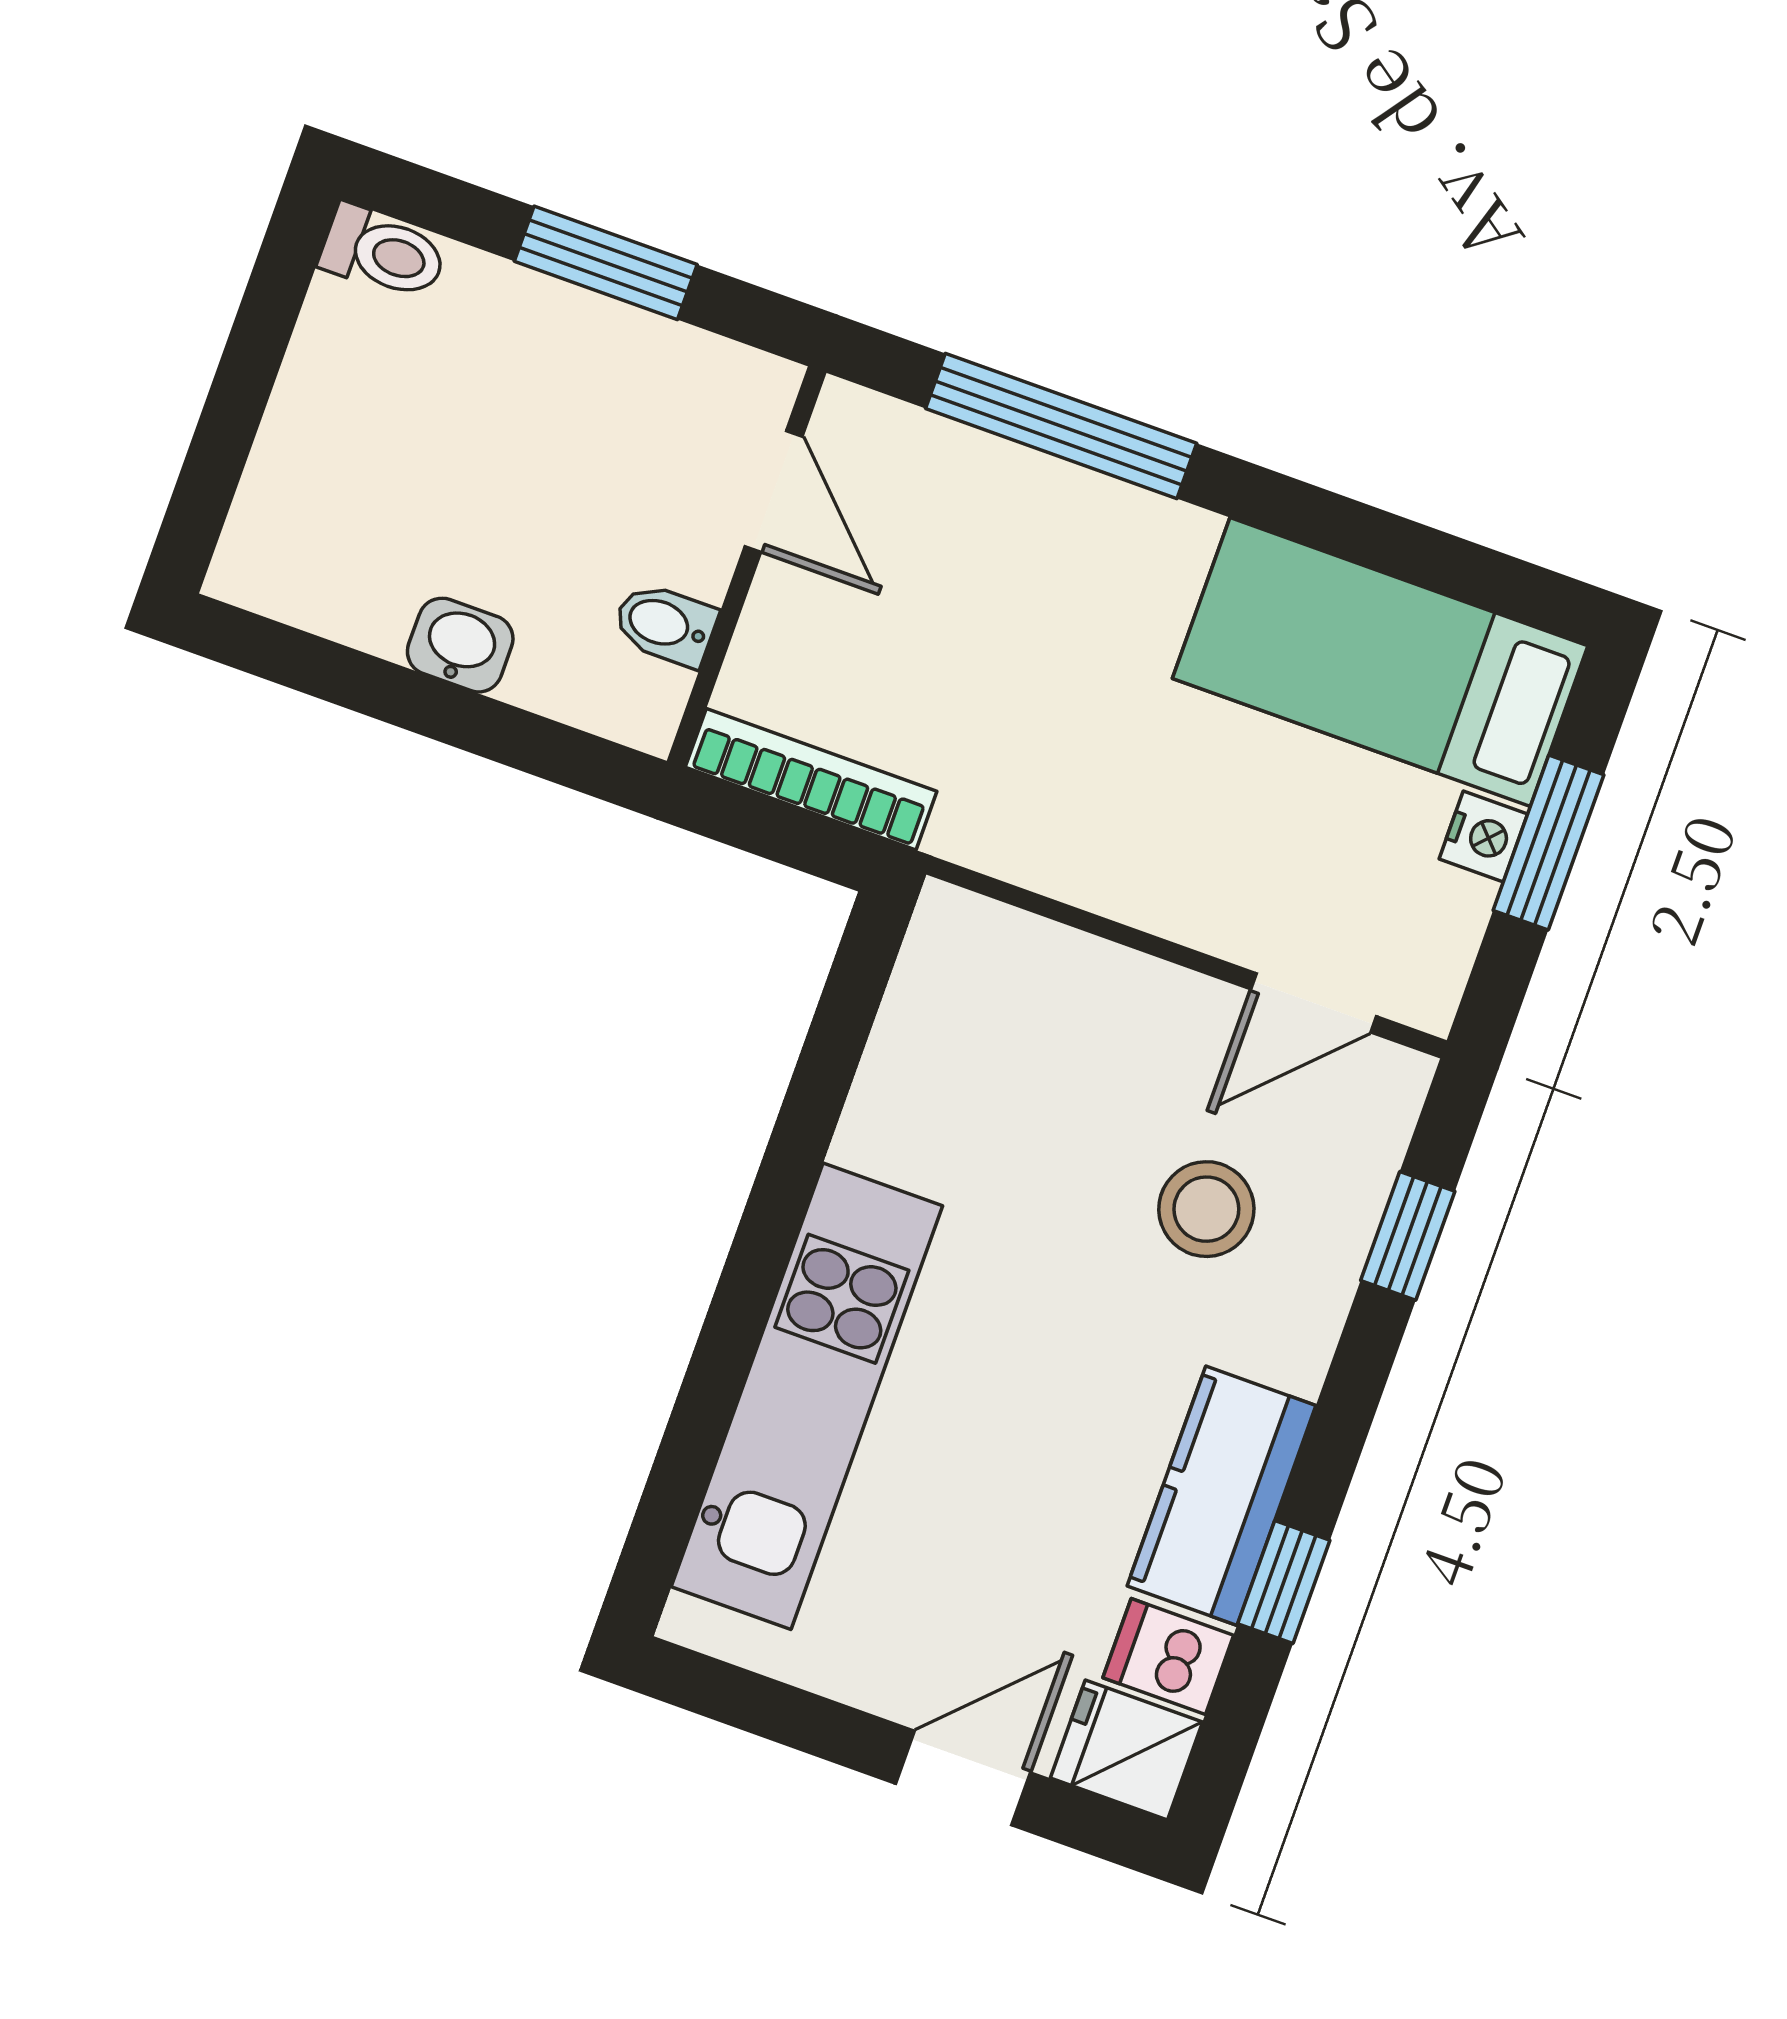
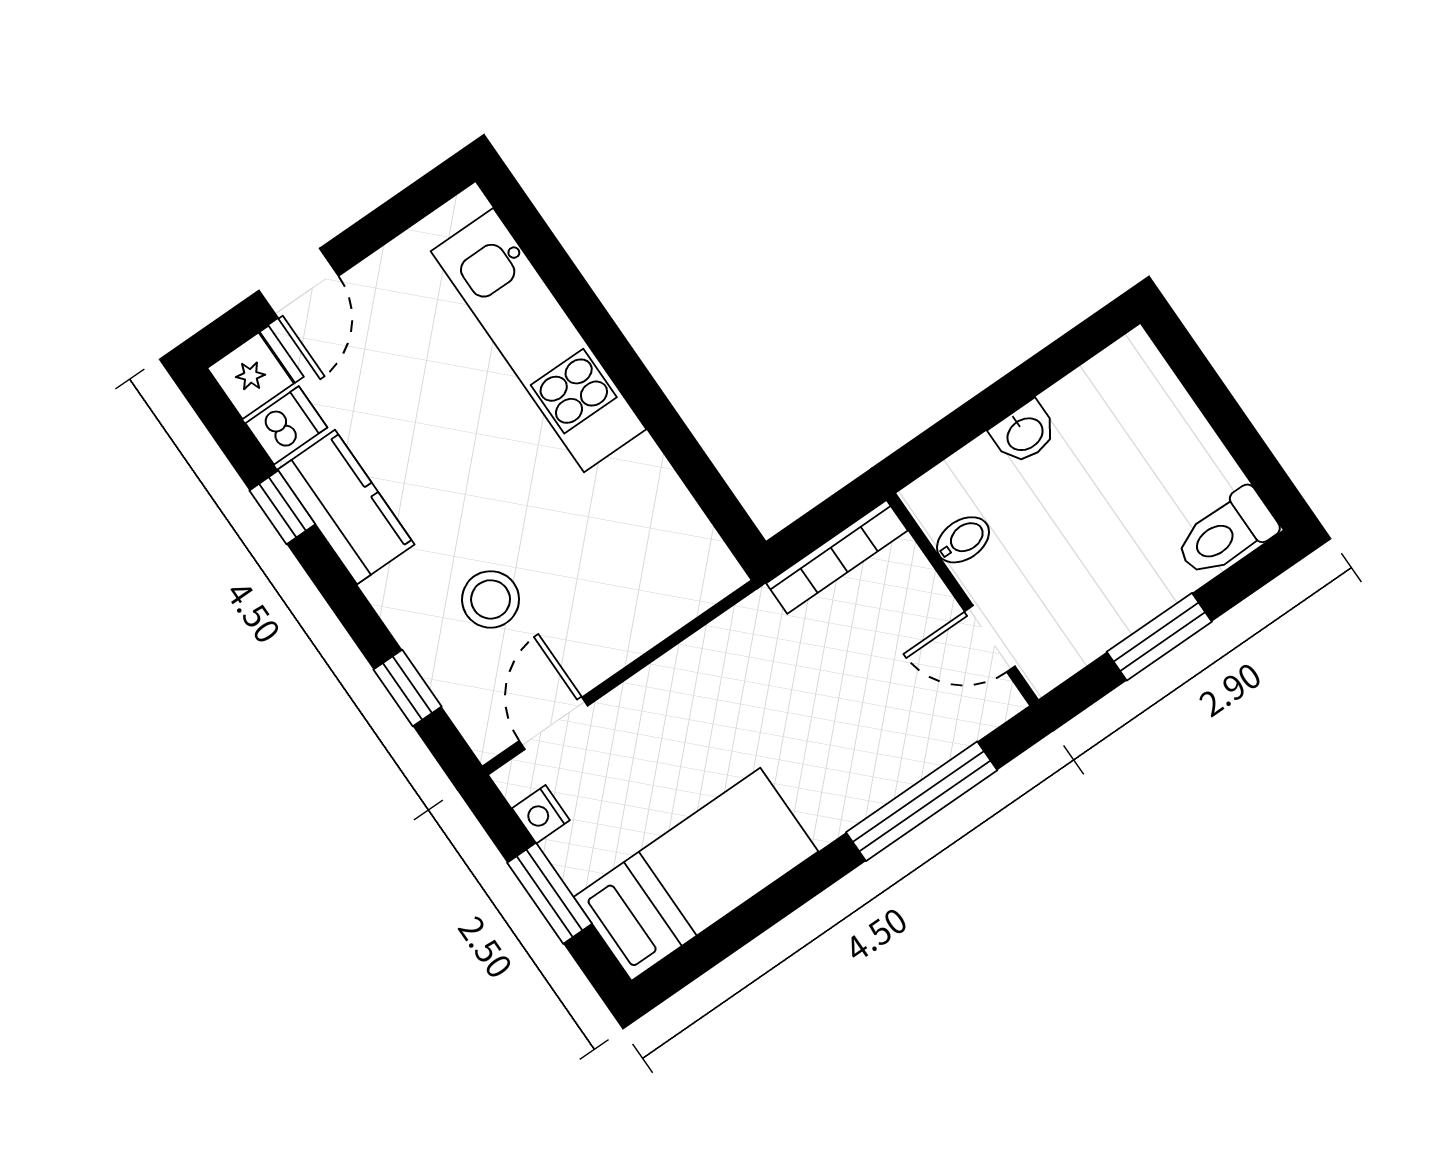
toilet: (383, 253) -> (1226, 533), width x1.37, depth x1.39
nightstand: (1483, 837) -> (541, 814), moved

